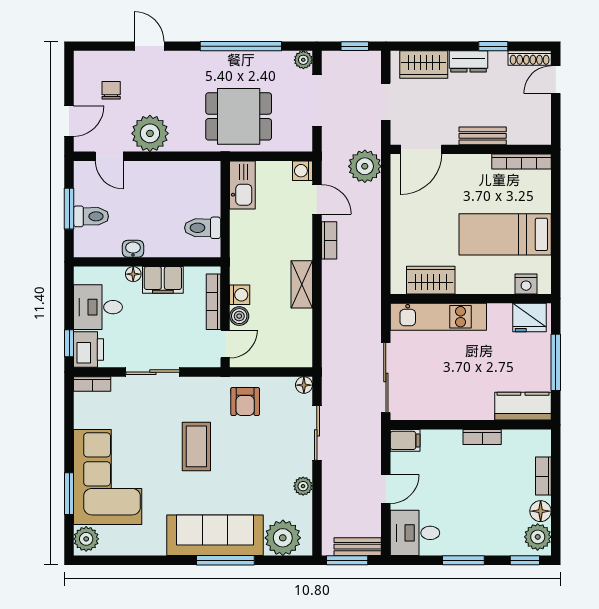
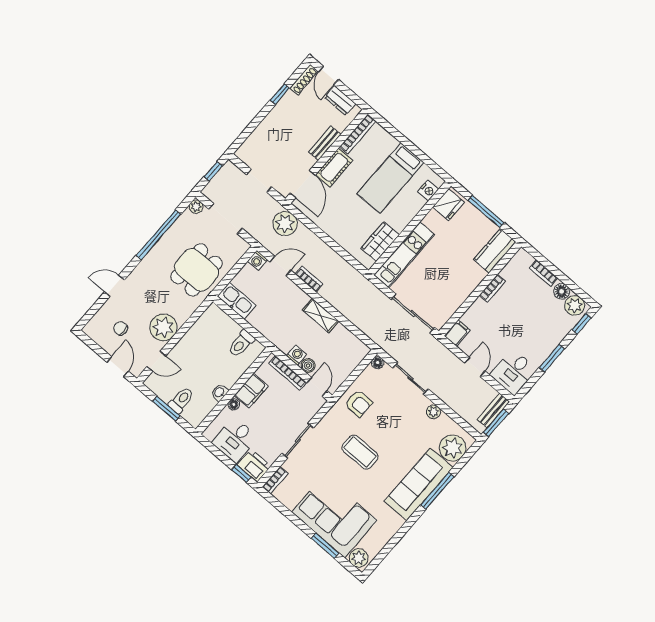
dresser: (469, 61) -> (340, 100), moved, turned 90
wardrobe: (424, 65) -> (257, 142), removed
cot: (466, 167) -> (334, 167), added

